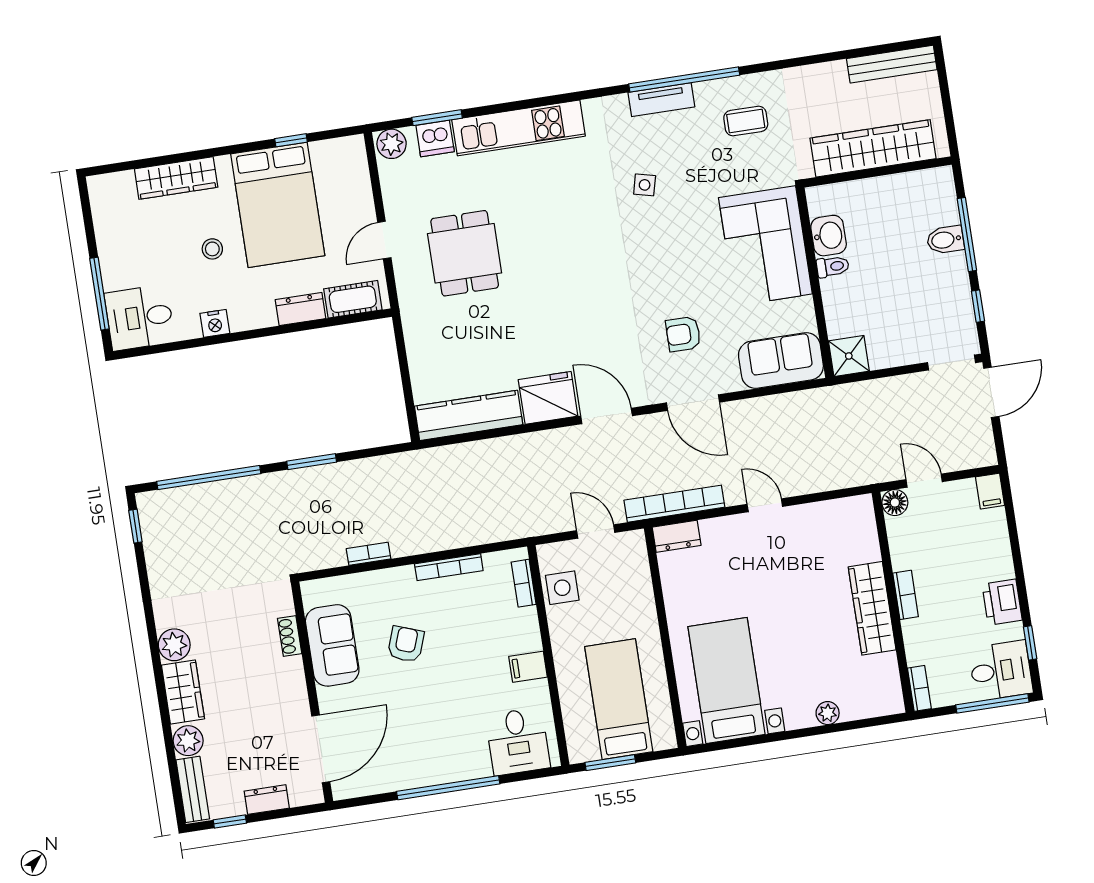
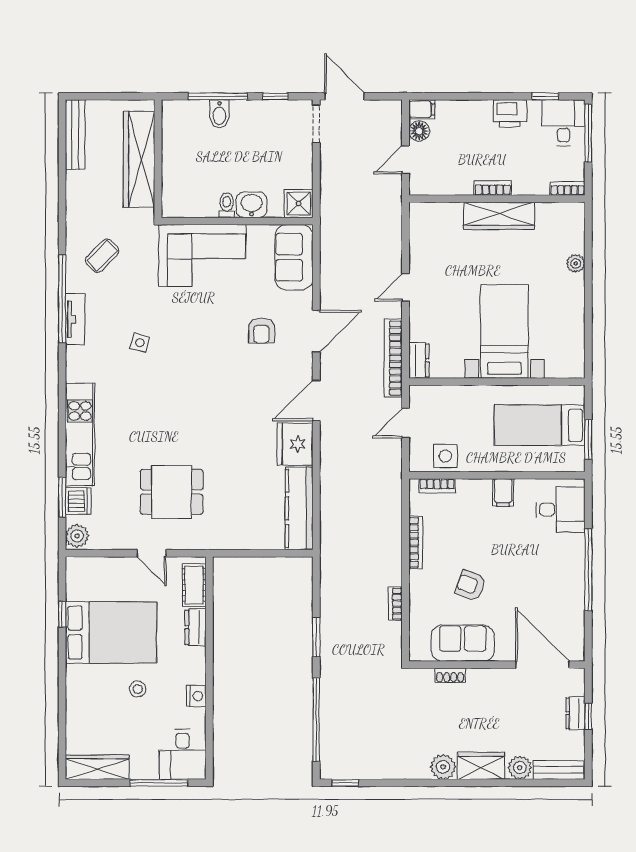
coffee table: (746, 121) -> (102, 256), turned 45
wardrobe: (176, 178) -> (97, 767), moved, turned -90
washbasin: (829, 236) -> (251, 205), moved
floor lamp: (895, 503) -> (419, 131), moved
bed with nightstands: (727, 680) -> (504, 331), moved, turned 90
window: (230, 821) -> (588, 716), moved

